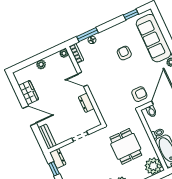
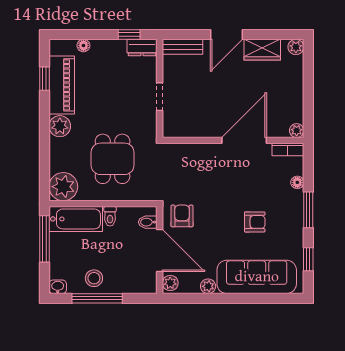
window: (87, 35) -> (308, 210), moved
plant: (41, 64) -> (296, 47), moved
door: (83, 79) -> (244, 140), width x1.88
armchair: (139, 94) -> (182, 216), turned 180
dresser: (86, 103) -> (206, 130), removed
dining table: (126, 146) -> (113, 159), turned 90

